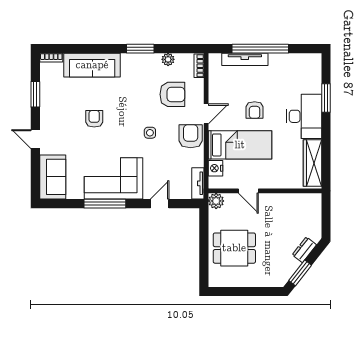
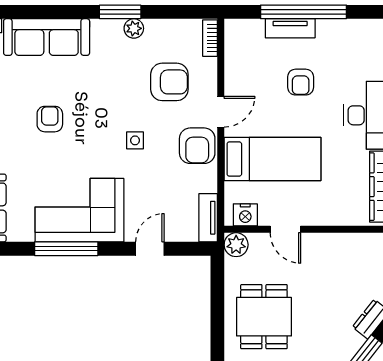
plant: (168, 59) -> (134, 28), moved
tv unit: (245, 59) -> (290, 28), width x0.71
armchair: (255, 110) -> (301, 82), moved
armchair: (191, 136) -> (197, 146), turned 180
nightstand: (216, 168) -> (245, 215), moved, turned -90
dining table: (234, 248) -> (264, 317), turned 90

